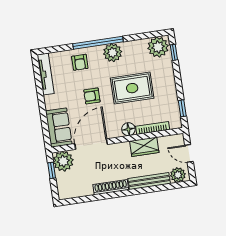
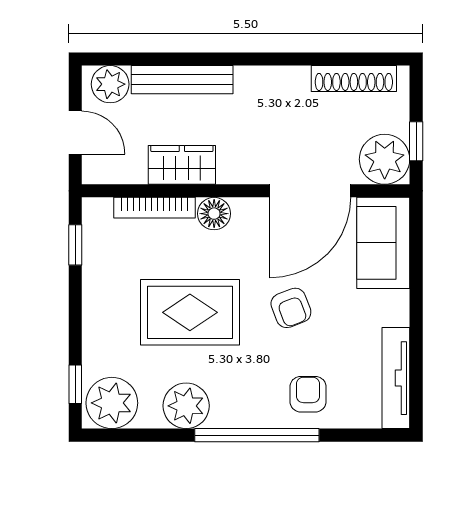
plant: (113, 53) -> (186, 406), moved
armchair: (92, 96) -> (291, 308), turned 69
shoe rack: (111, 187) -> (354, 79), moved

